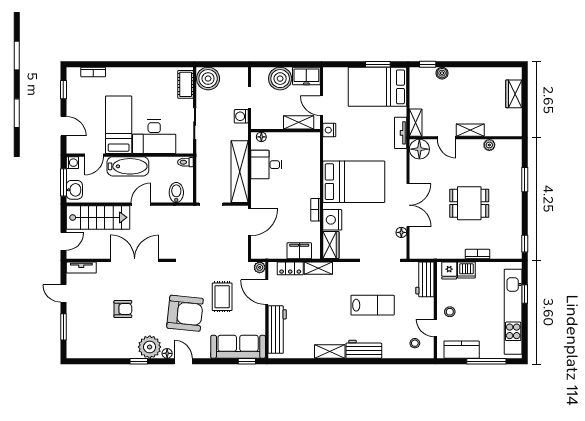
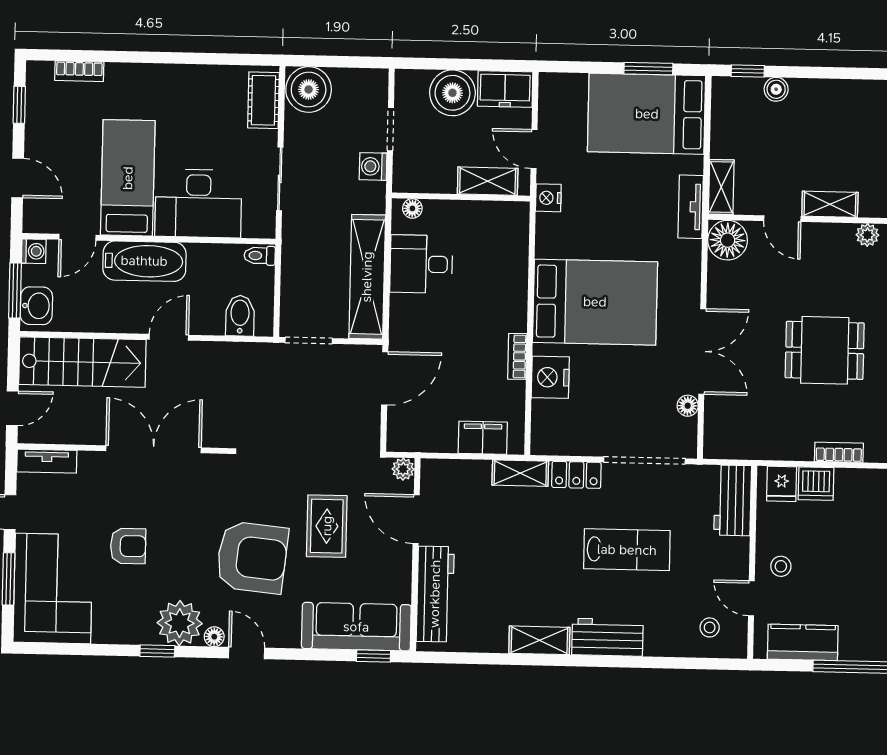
wardrobe: (331, 245) -> (546, 427), removed
locker: (290, 268) -> (576, 475), moved
corner sofa: (86, 331) -> (53, 588), added

